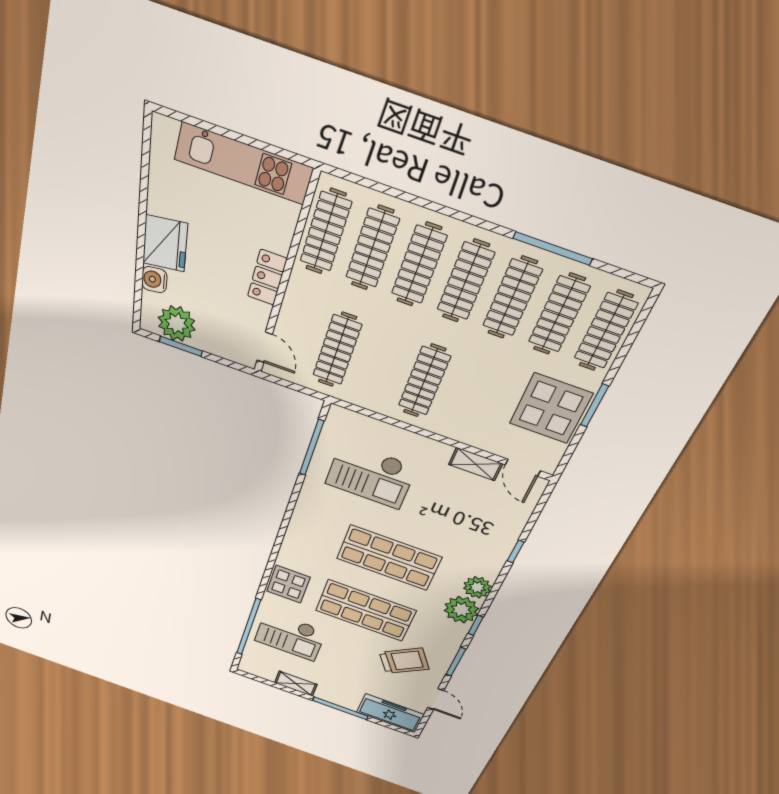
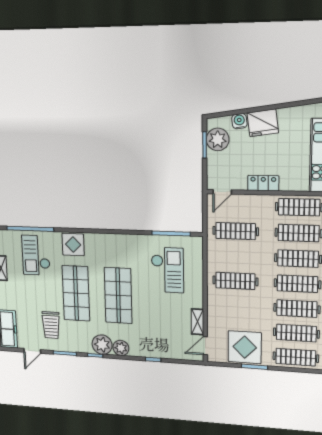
checkout: (371, 475) -> (167, 270), turned 180
trolley: (404, 661) -> (51, 325), turned 34

